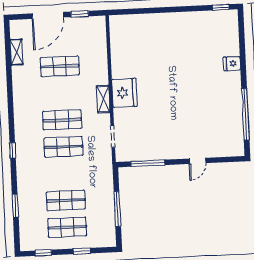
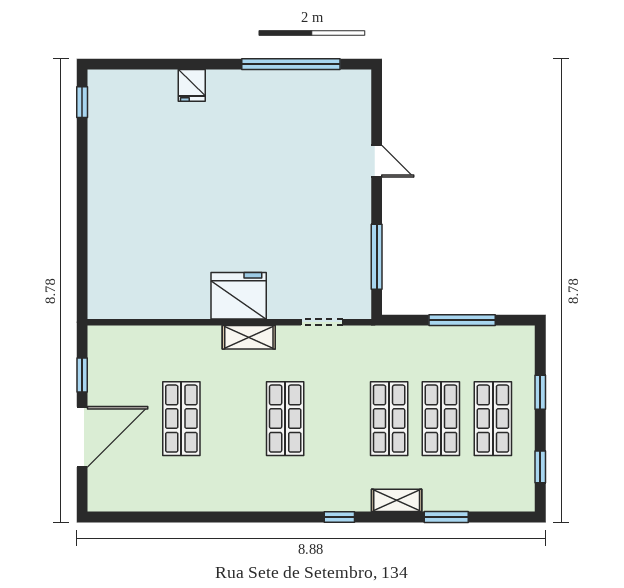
door: (48, 15) -> (82, 437), hinge flipped
shelving: (17, 52) -> (397, 500), moved
shop shelf: (63, 147) -> (389, 419), moved

